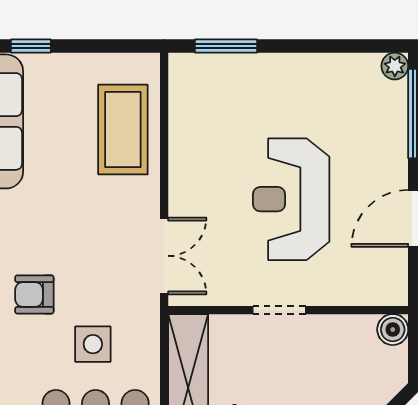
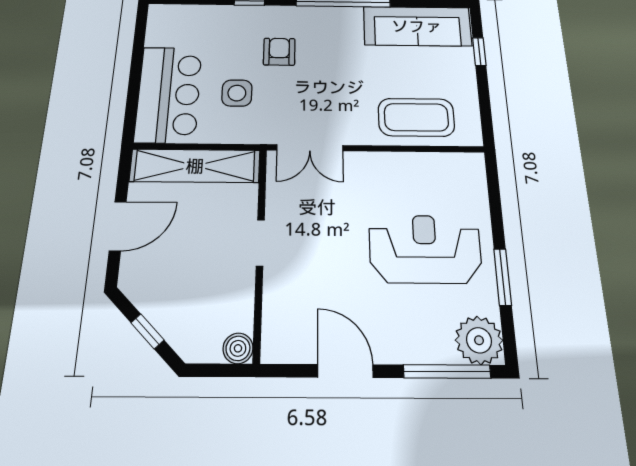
window: (226, 46) -> (503, 277), moved
plant: (395, 66) -> (479, 340), width x1.87, depth x1.87
reception desk: (291, 199) -> (425, 249), moved

